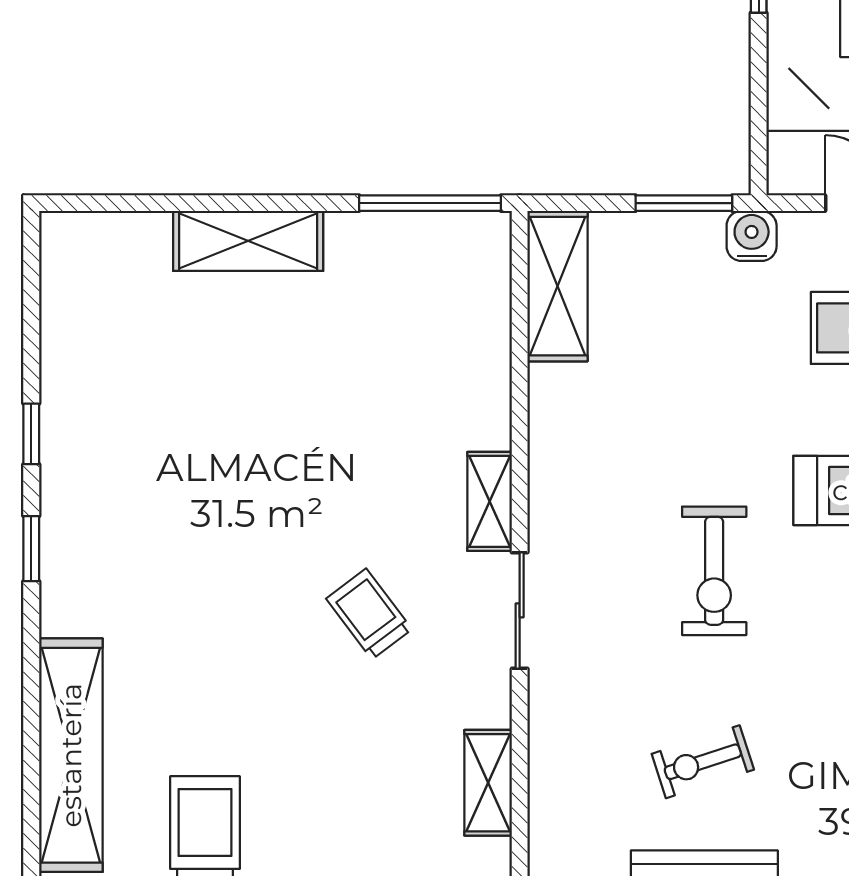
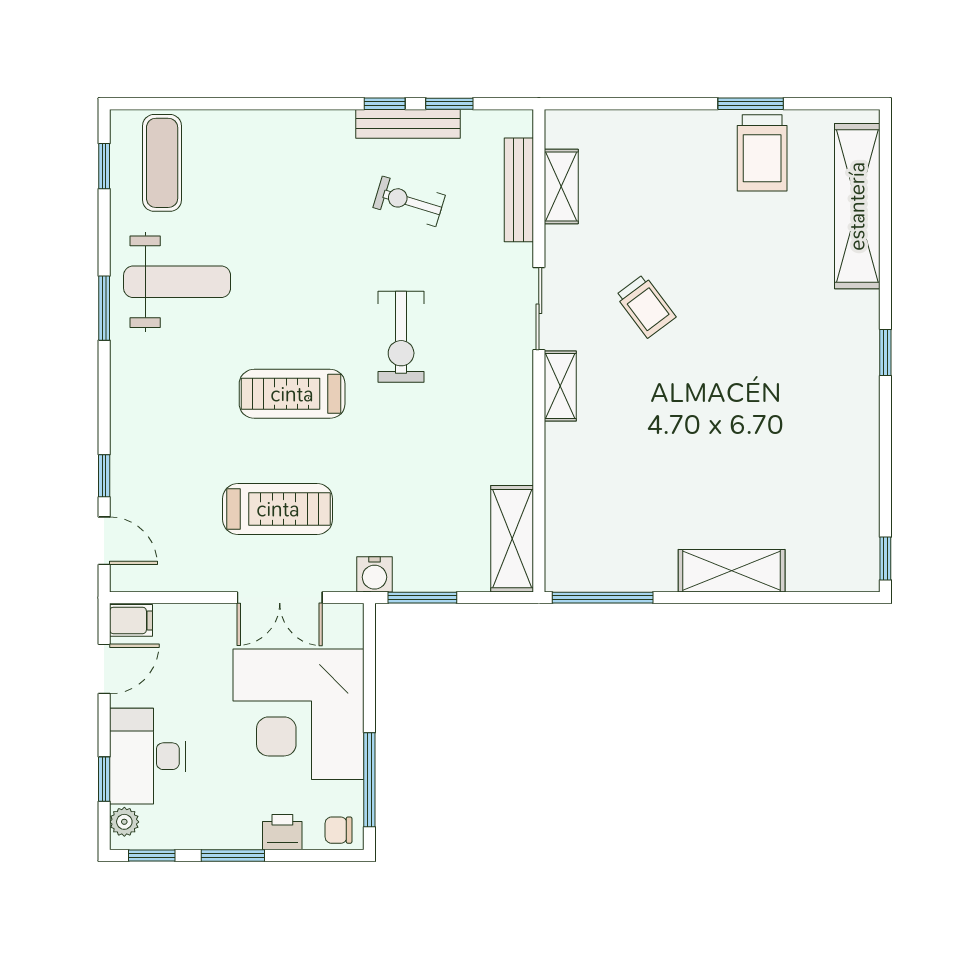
window: (31, 434) -> (885, 559), moved
exercise bike: (714, 571) -> (401, 337), turned 180
exercise bike: (703, 762) -> (409, 201), turned -145
bench: (548, 778) -> (519, 190), added

